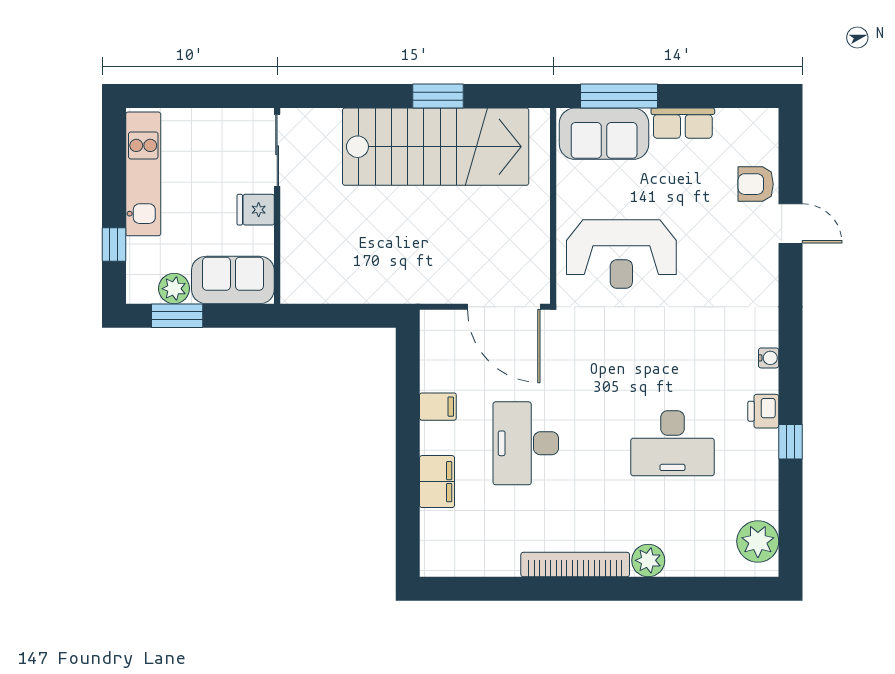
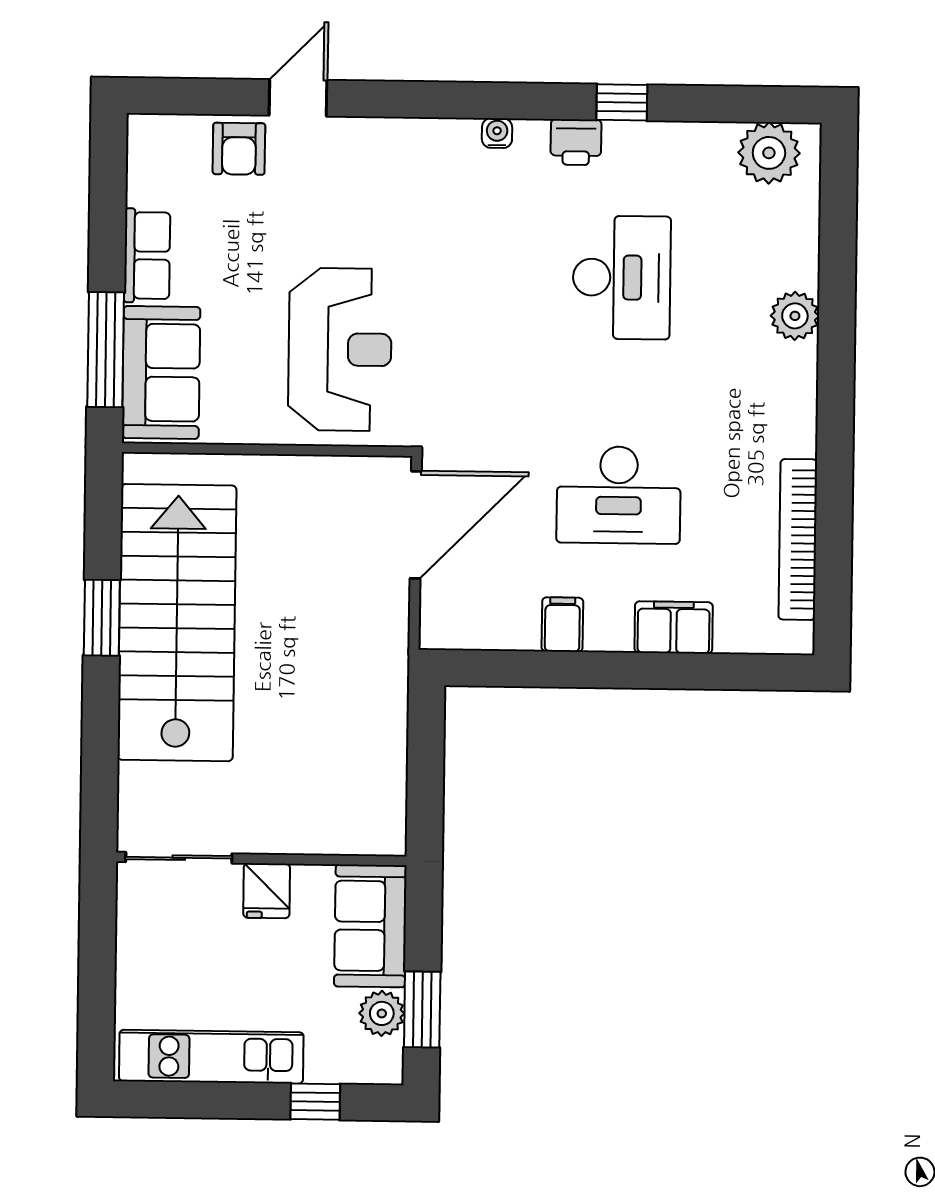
bookcase: (575, 565) -> (798, 539), moved

